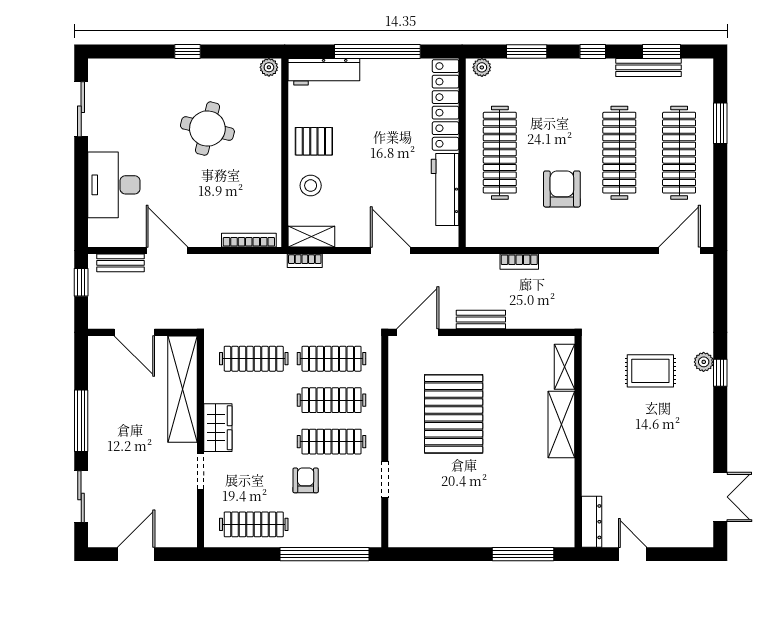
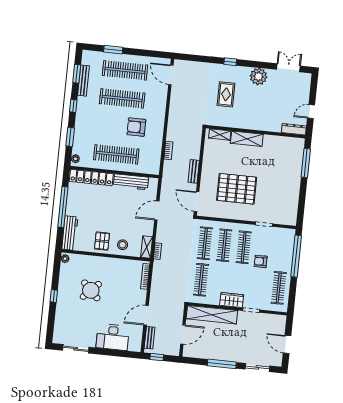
round table: (207, 129) -> (91, 290), turned 31
plant: (704, 362) -> (259, 76), moved, width x1.88, depth x1.88

